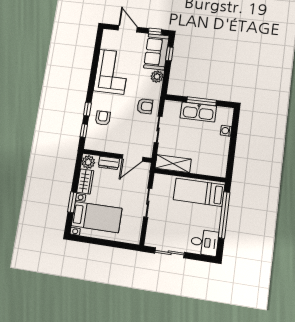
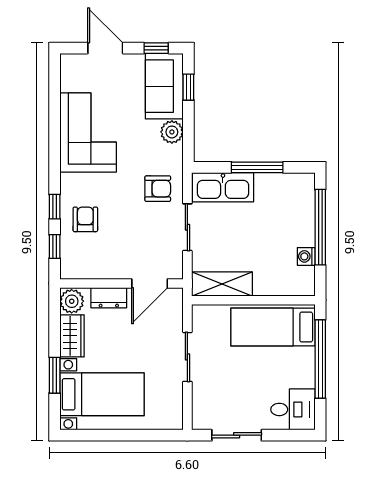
kitchen sink: (198, 112) -> (223, 187), moved
washing machine: (226, 131) -> (306, 256), moved
window: (233, 139) -> (320, 227), added

